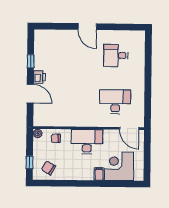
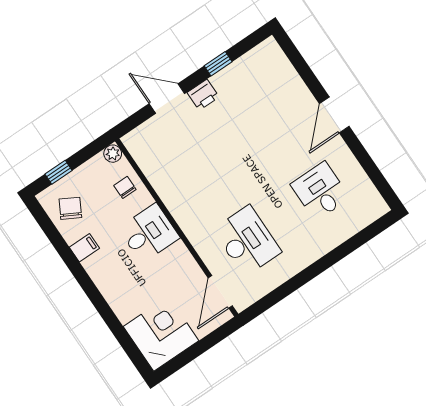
door: (30, 94) -> (167, 99), swing flipped
desk: (87, 142) -> (149, 233), width x0.73
corner desk: (119, 166) -> (161, 334), moved
filing cabinet: (99, 174) -> (84, 248), moved

